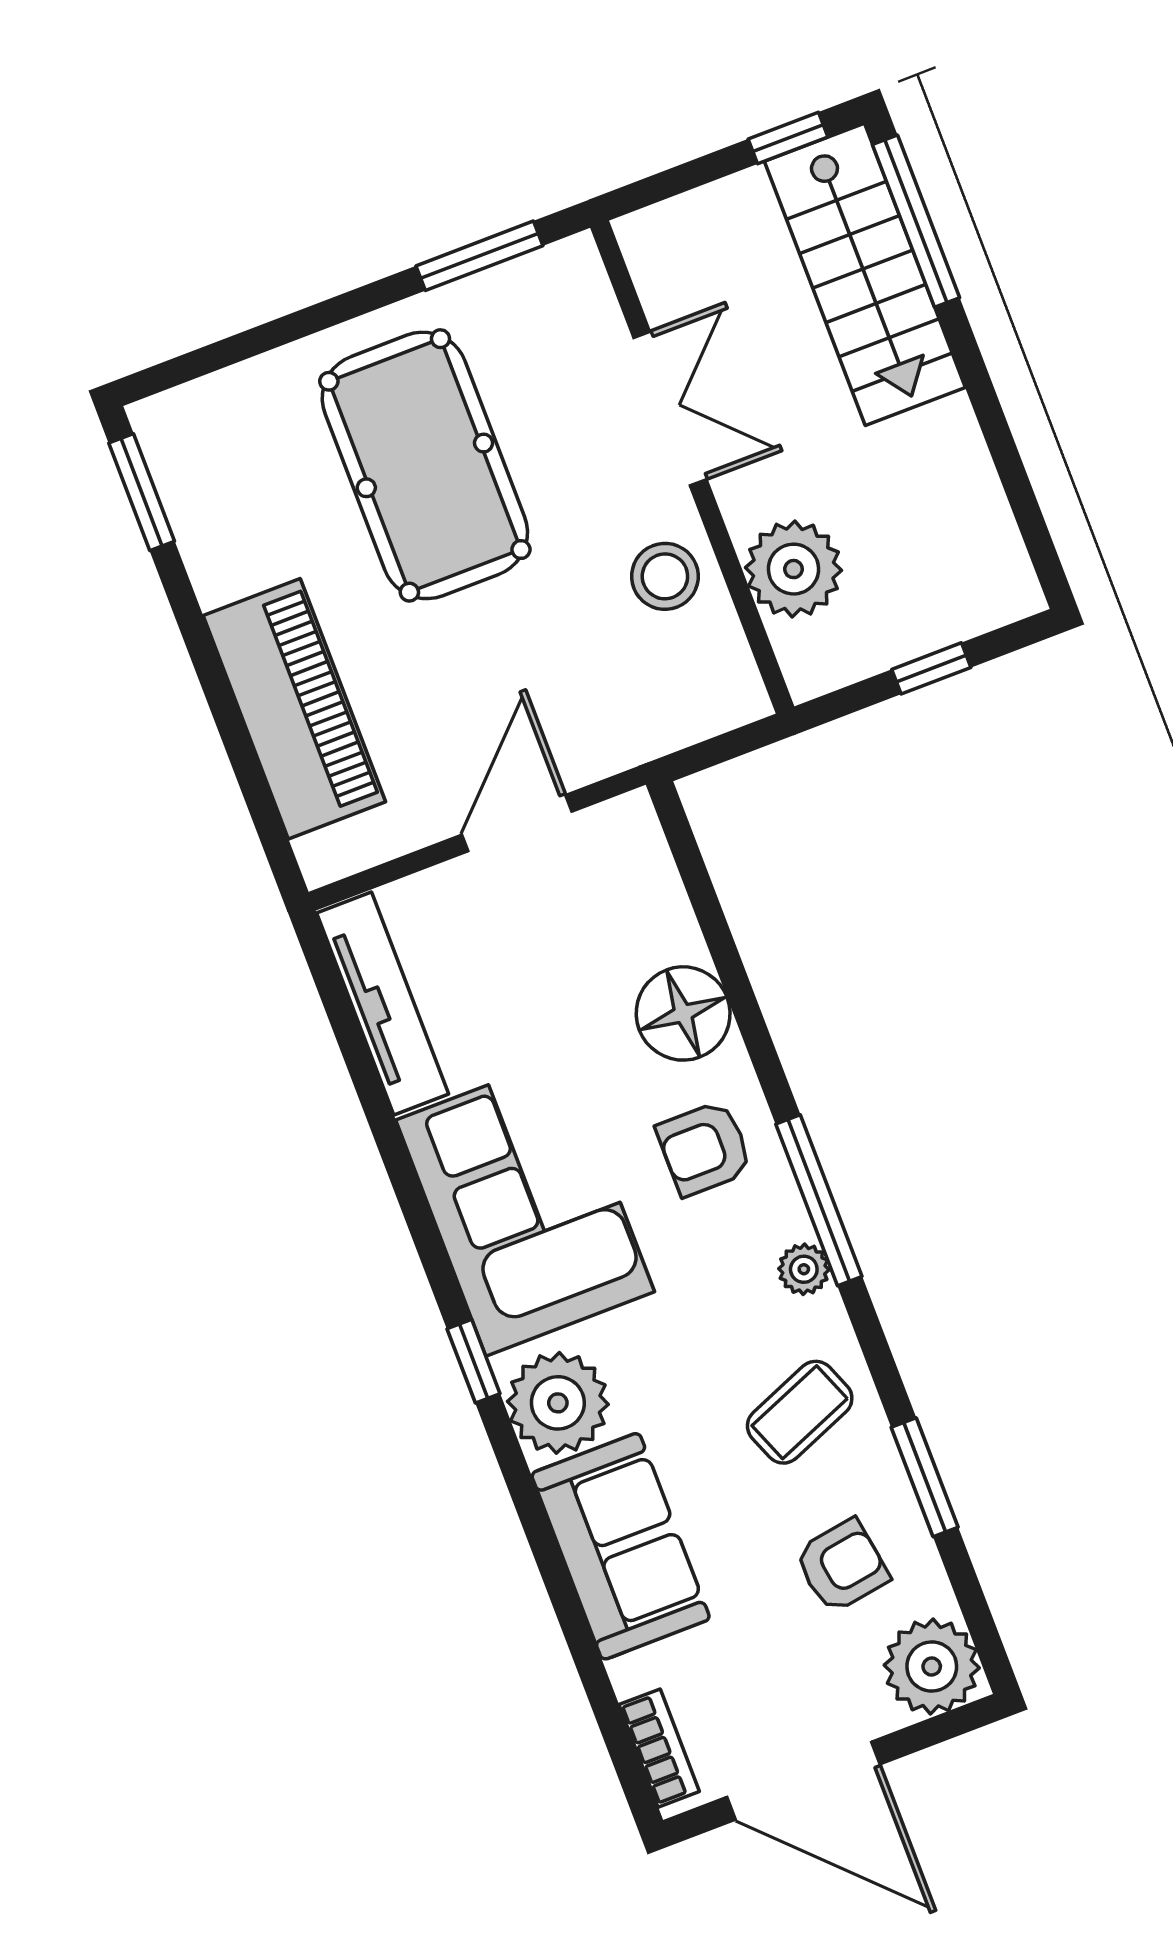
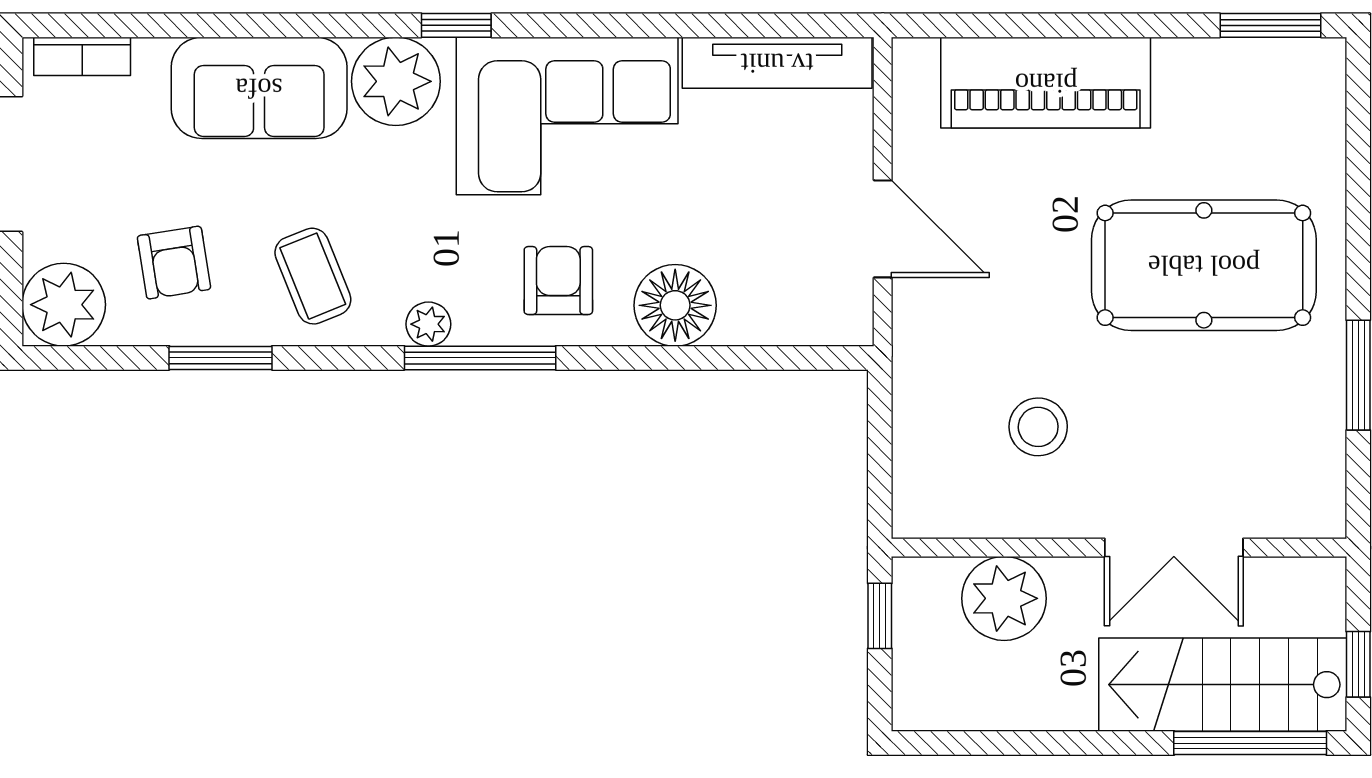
double door: (670, 408) -> (1174, 548), moved
wall: (692, 467) -> (1119, 548), moved
plant: (793, 569) -> (1004, 598), moved

